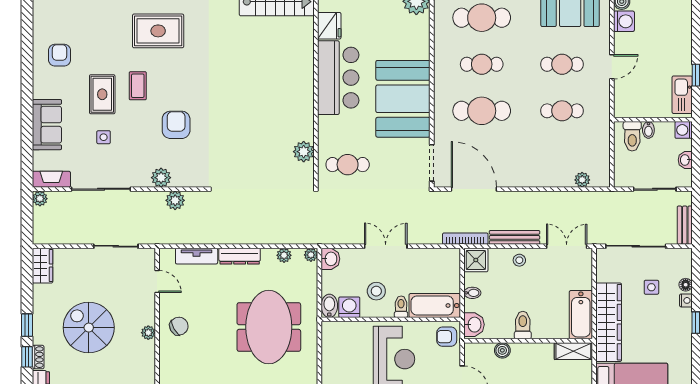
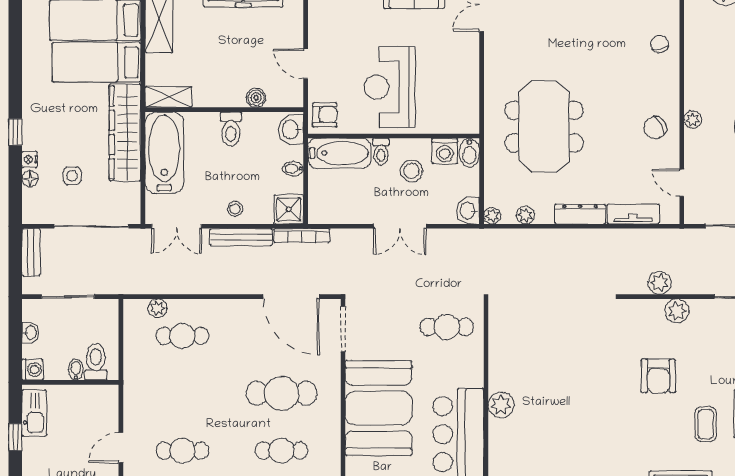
cafe table: (562, 111) -> (182, 336), moved
plant: (304, 152) -> (501, 405), moved
bathtub: (581, 315) -> (164, 153), width x1.36, depth x1.36

